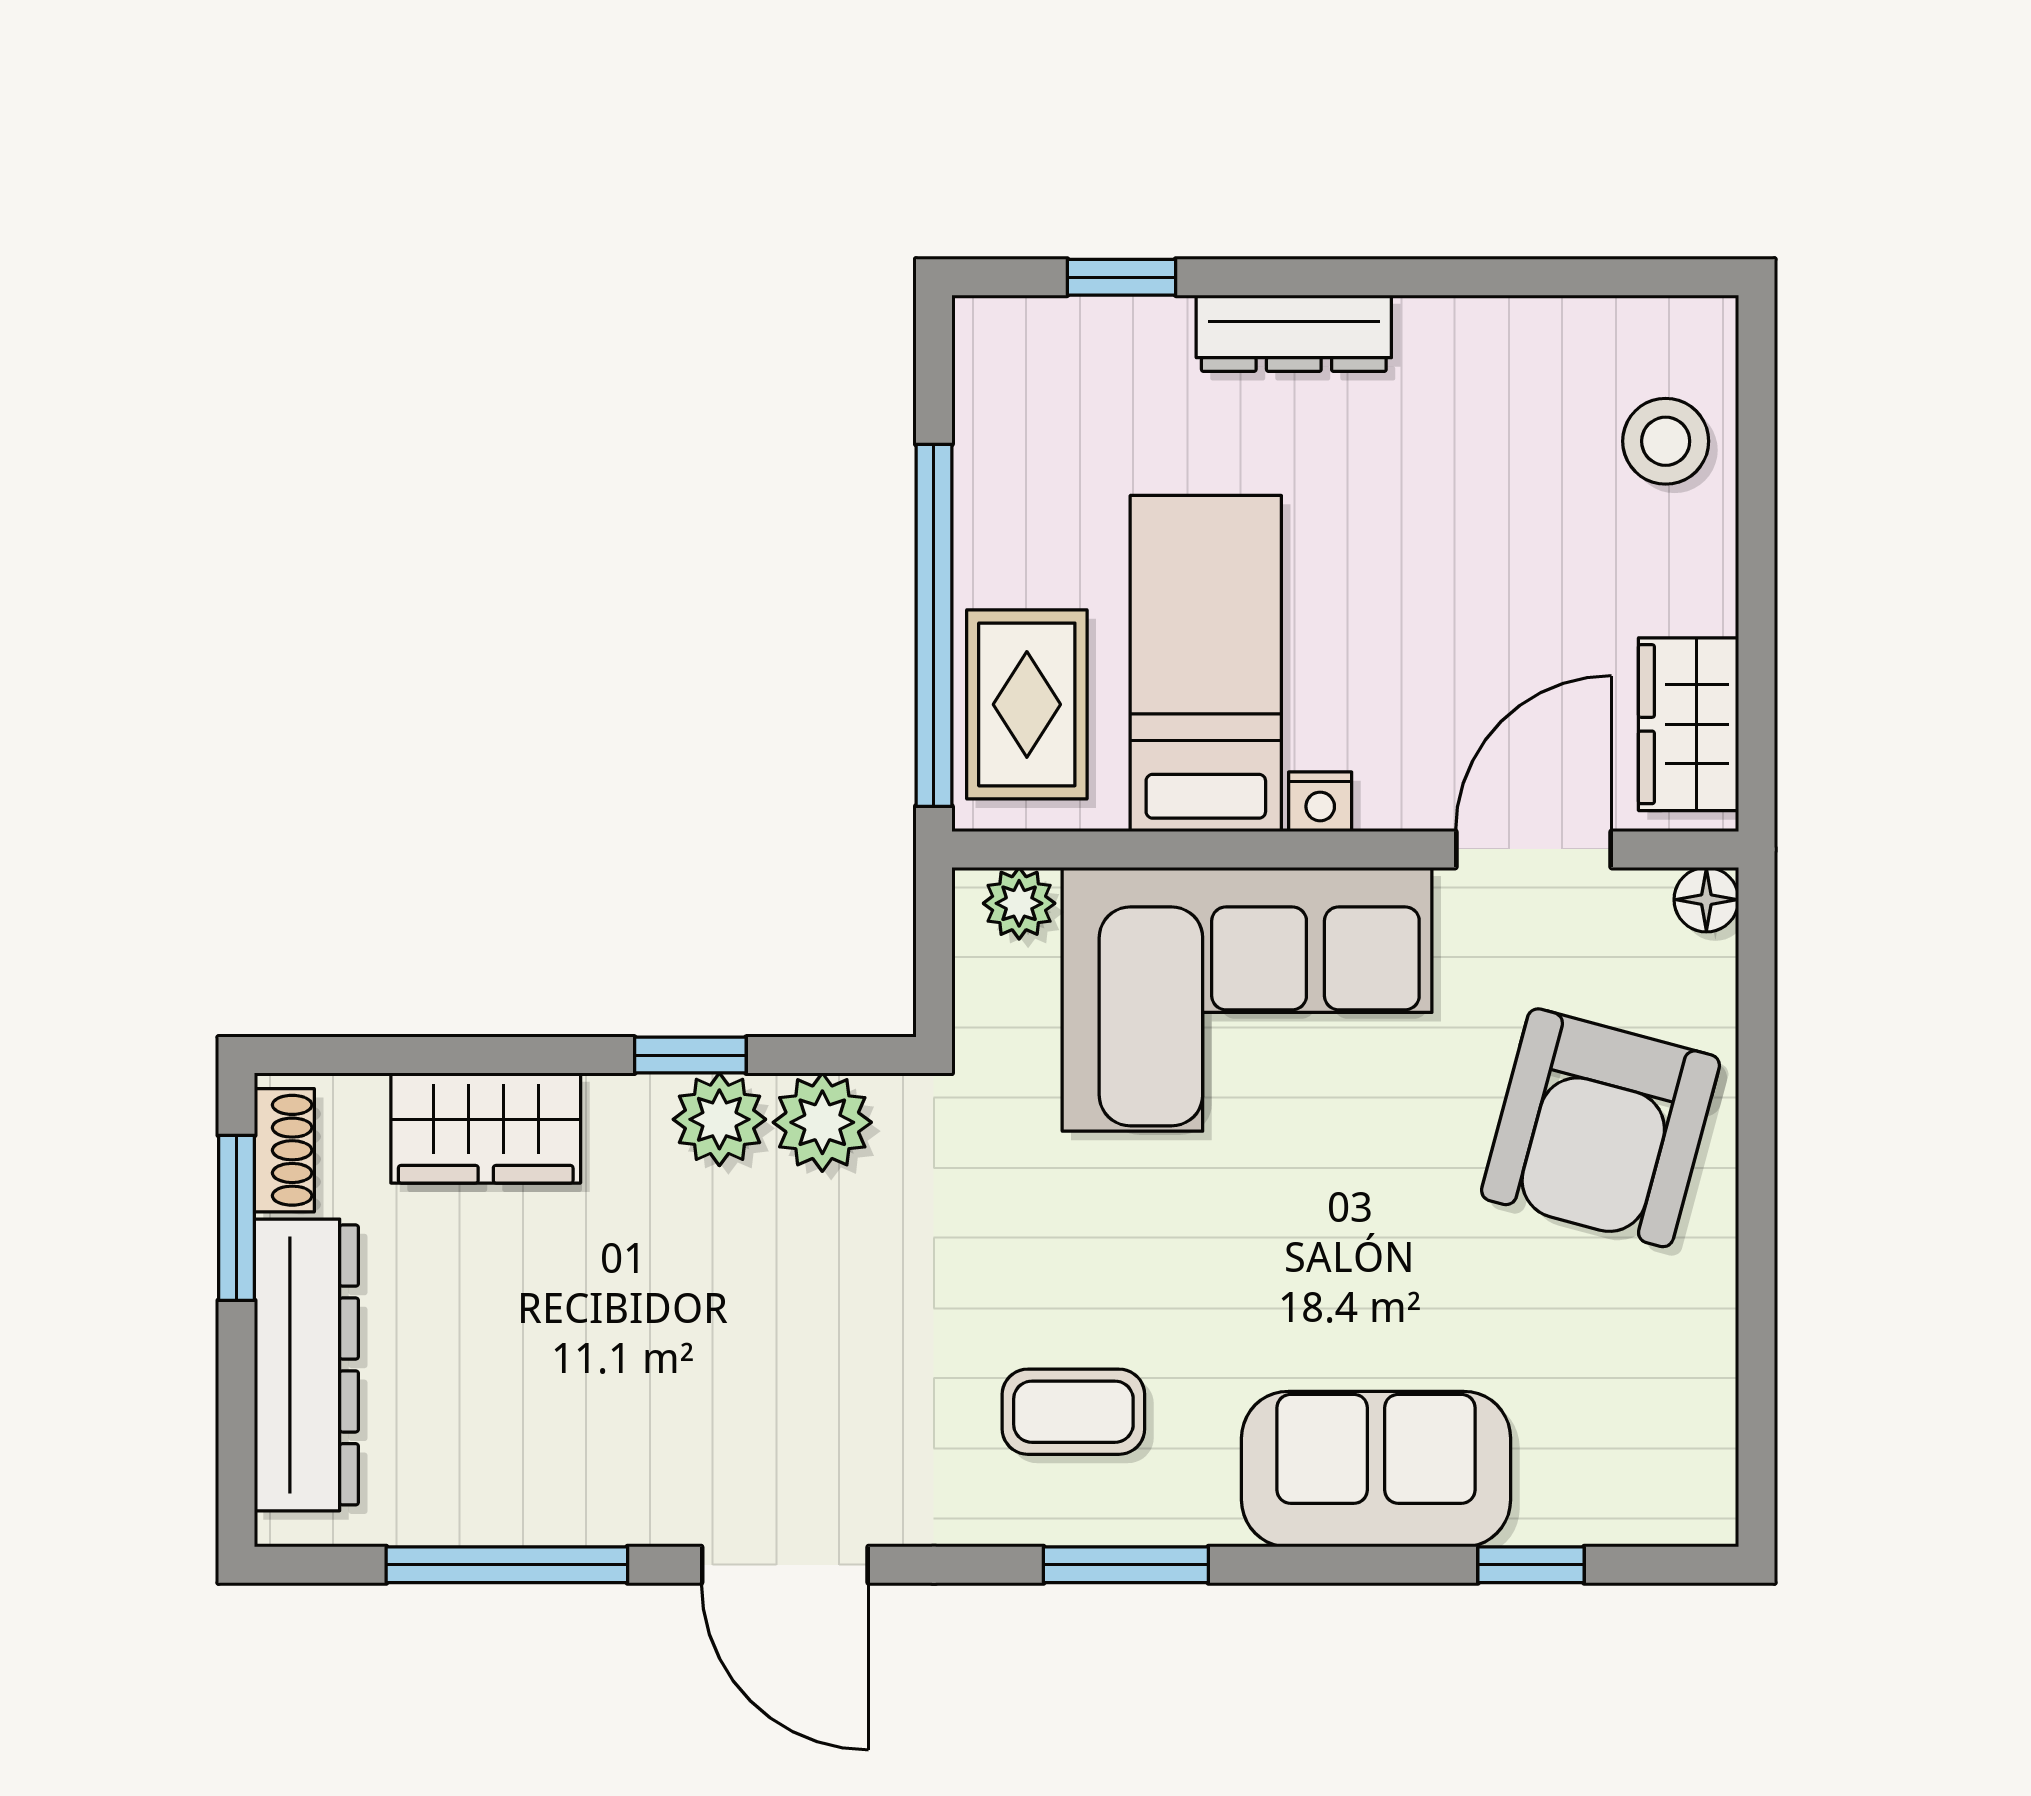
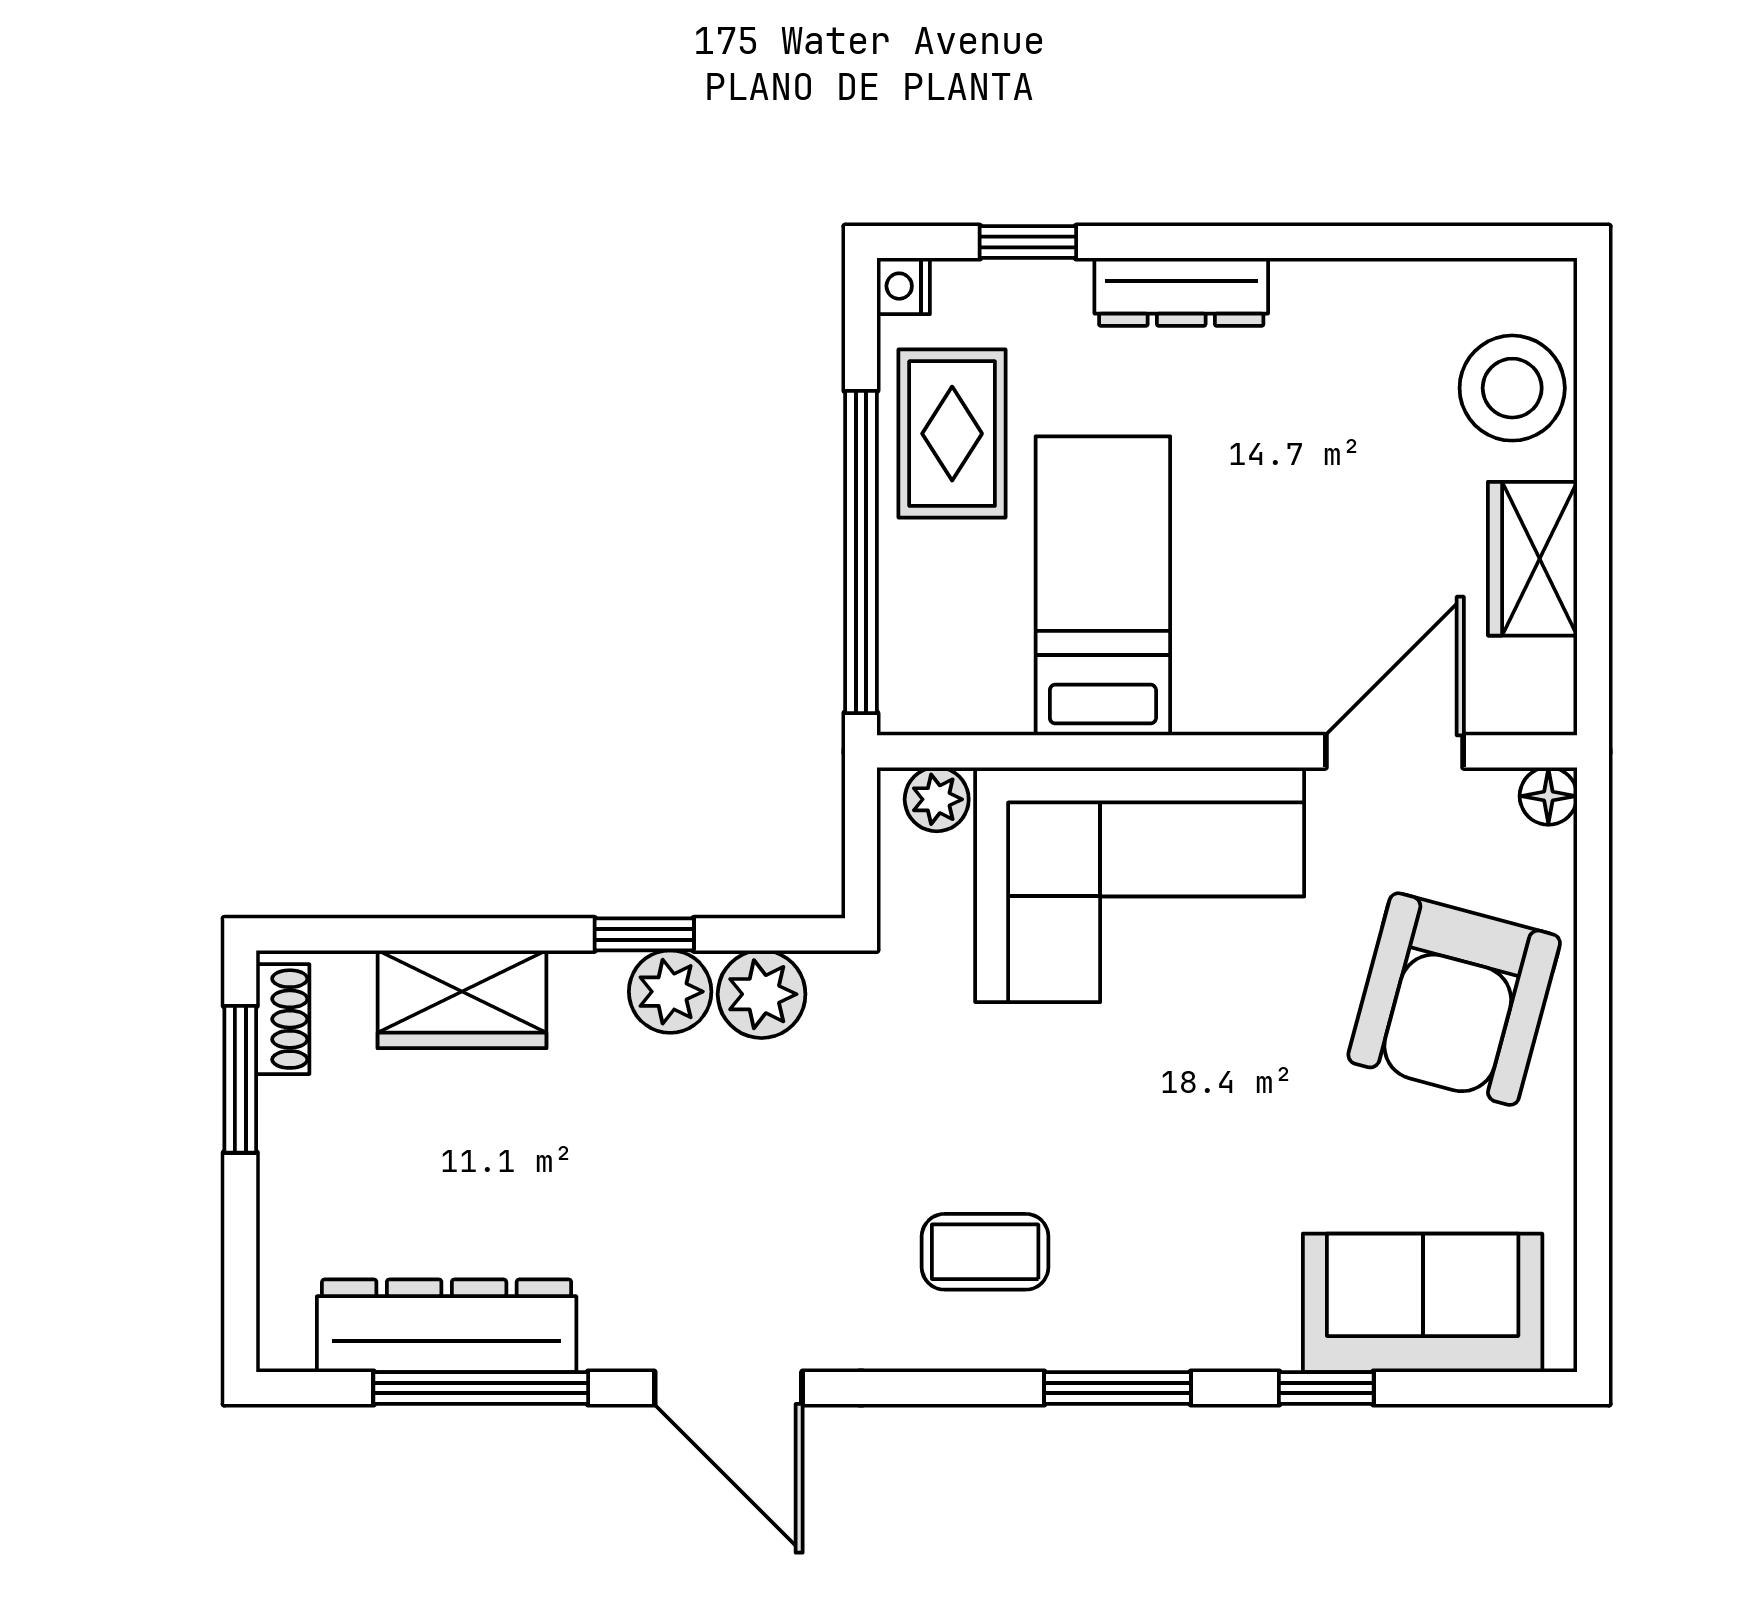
stool: (1666, 441) -> (1512, 388), width x1.38, depth x1.38
rug: (1027, 704) -> (952, 434), moved
wardrobe: (1689, 724) -> (1533, 559), moved
nightstand: (1320, 802) -> (903, 286), moved, turned 90
dresser: (306, 1365) -> (447, 1326), moved, turned -90
sofa: (1376, 1469) -> (1423, 1303), moved
window: (1126, 1565) -> (1117, 1388), moved
window: (1531, 1565) -> (1326, 1388), moved

